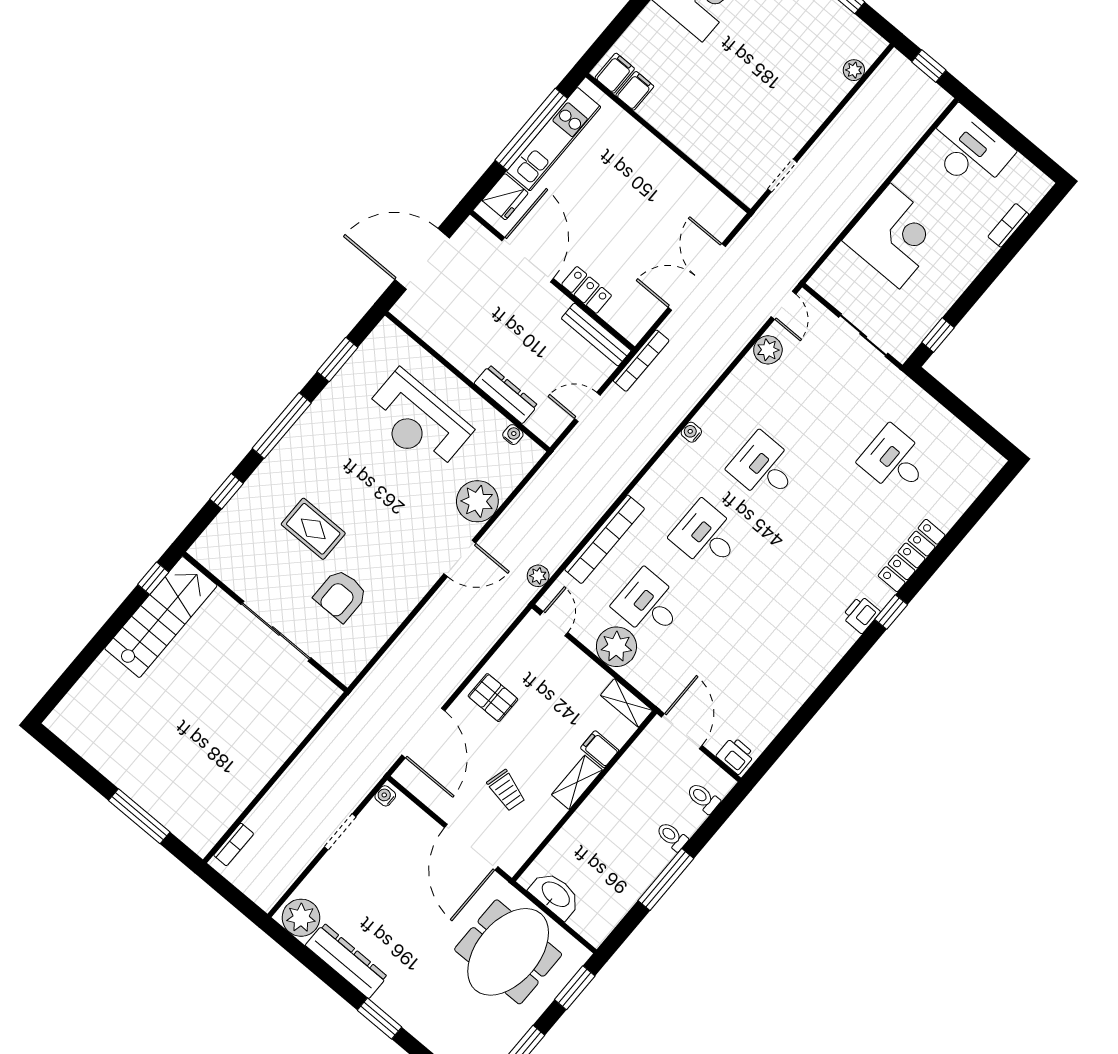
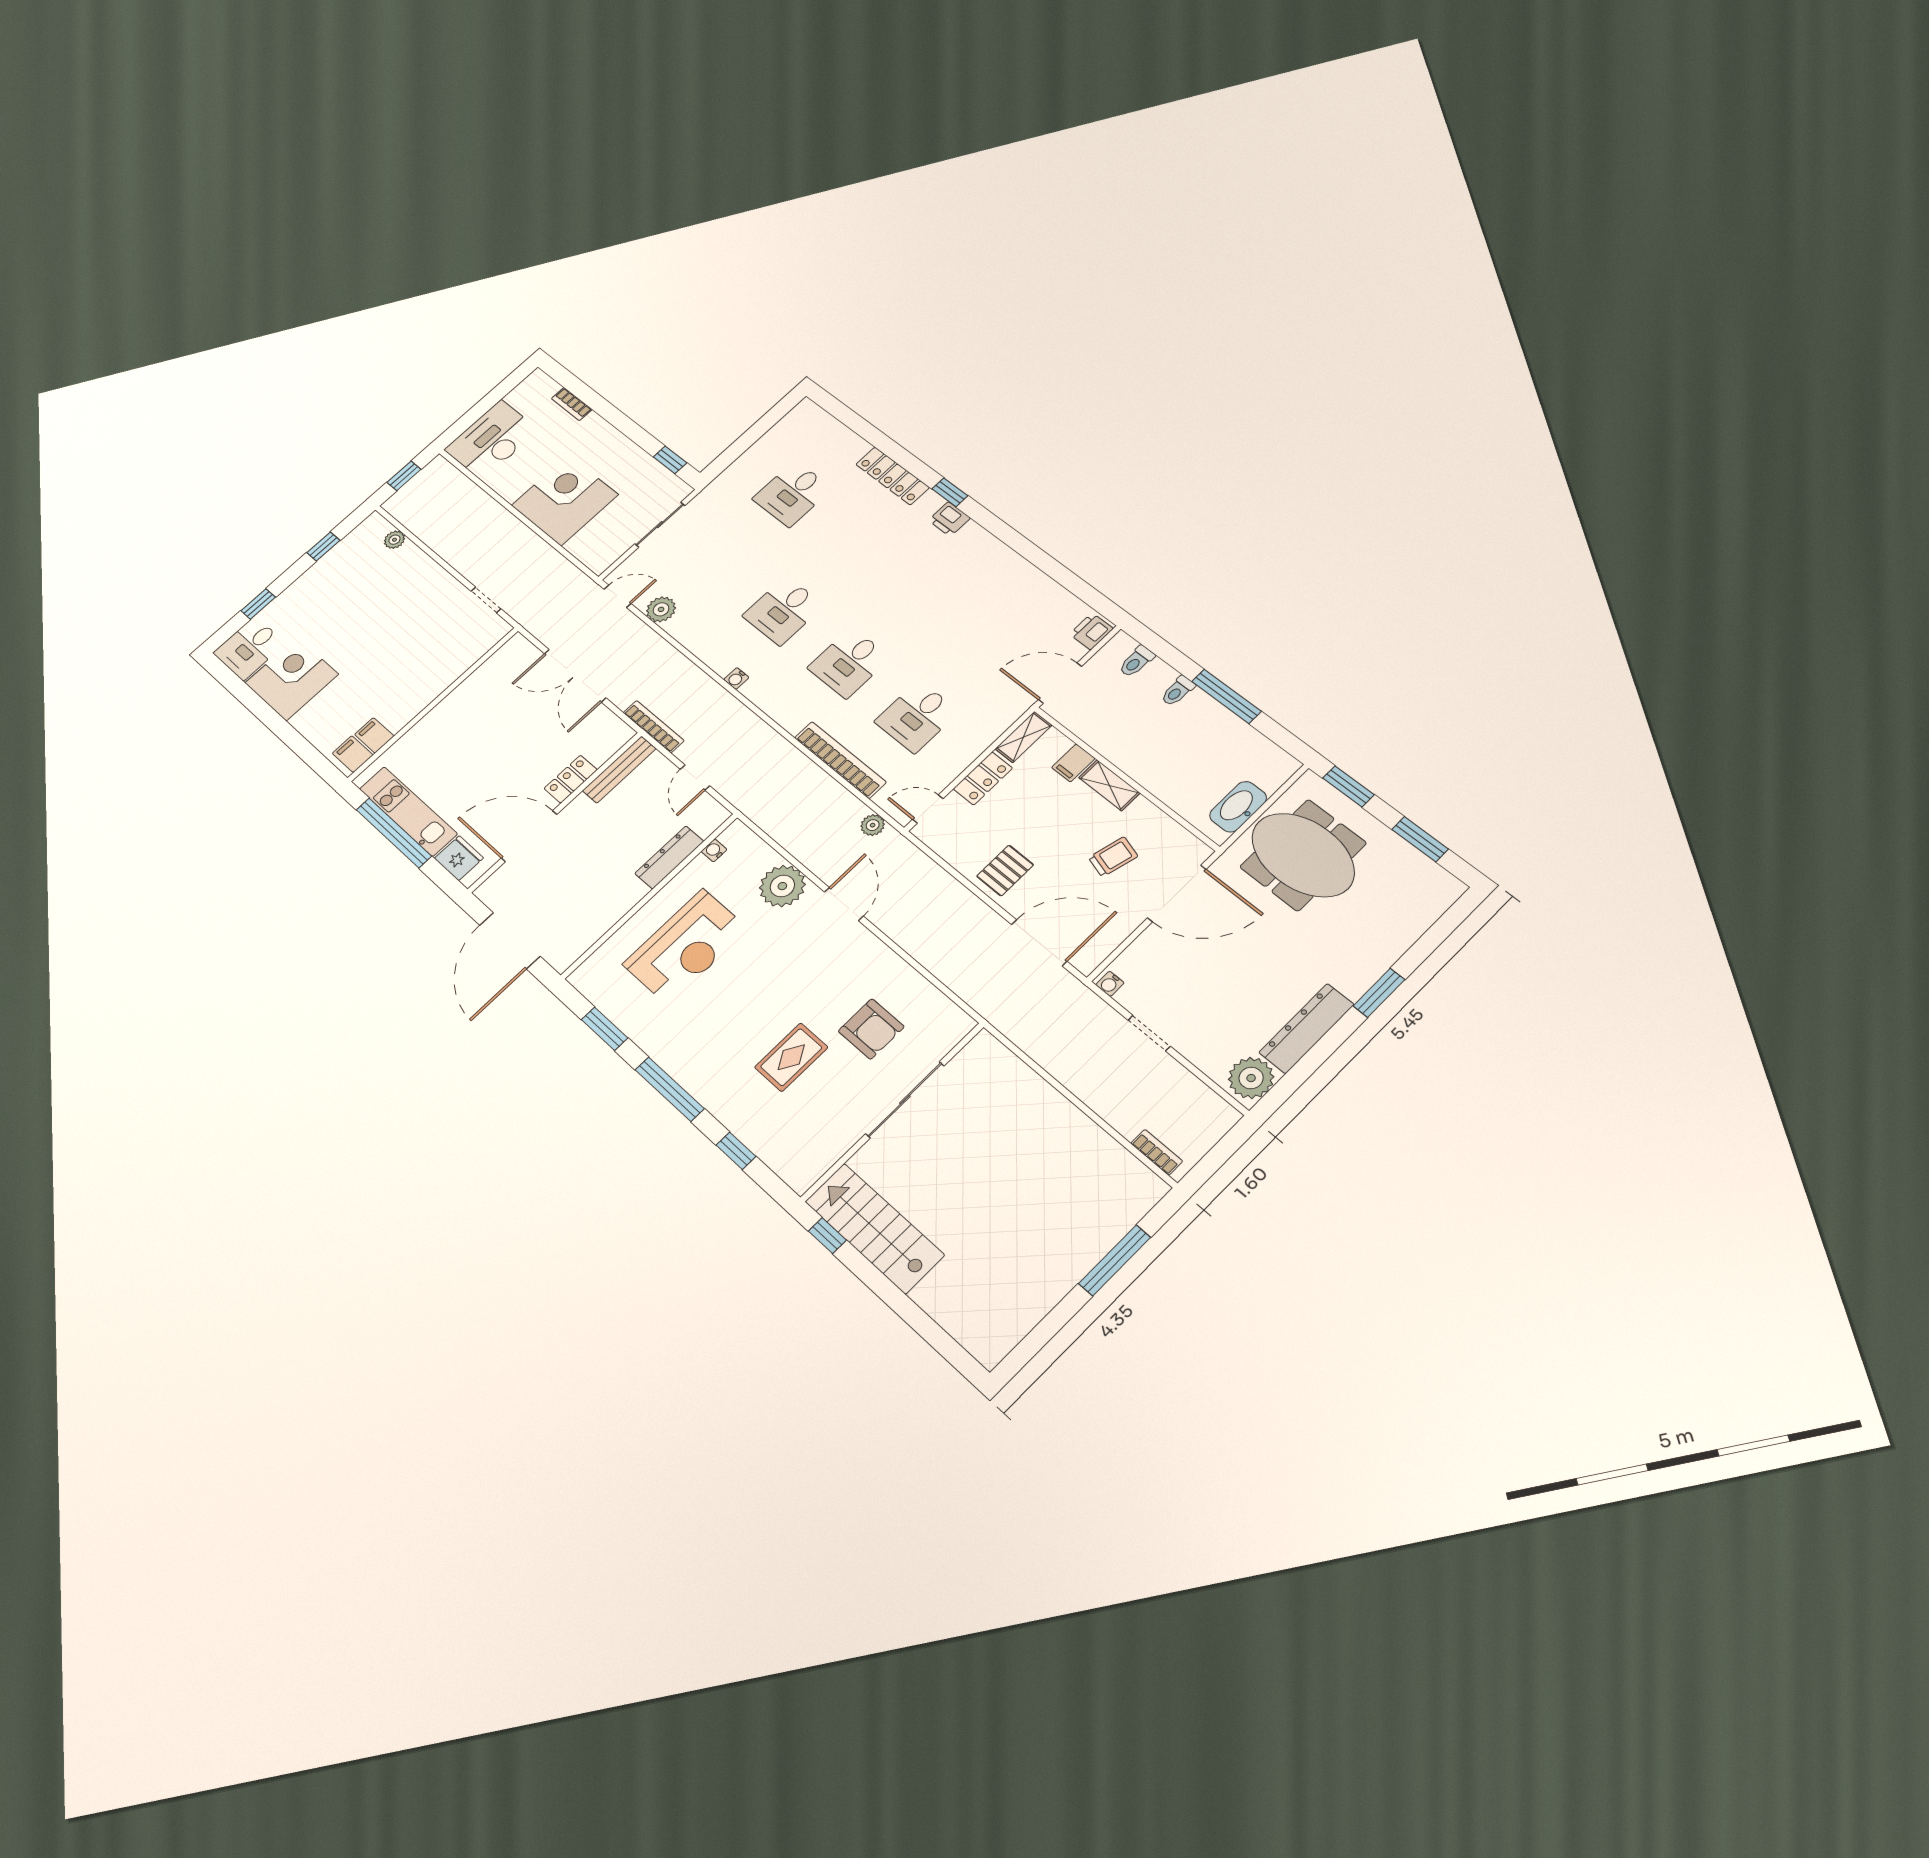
plant: (616, 647) -> (960, 747), removed
locker: (585, 670) -> (983, 778), added

